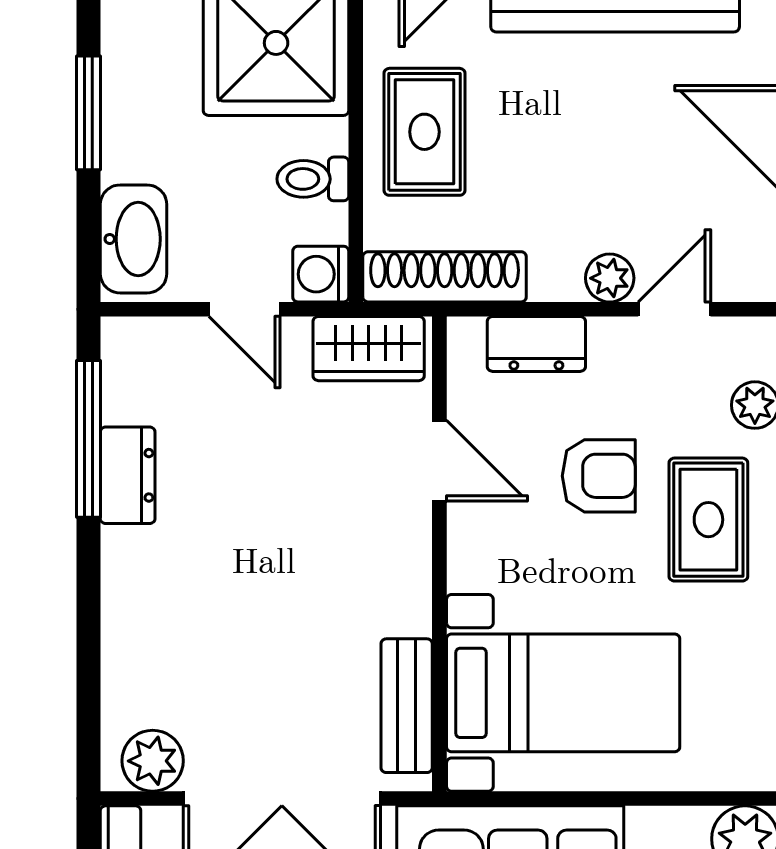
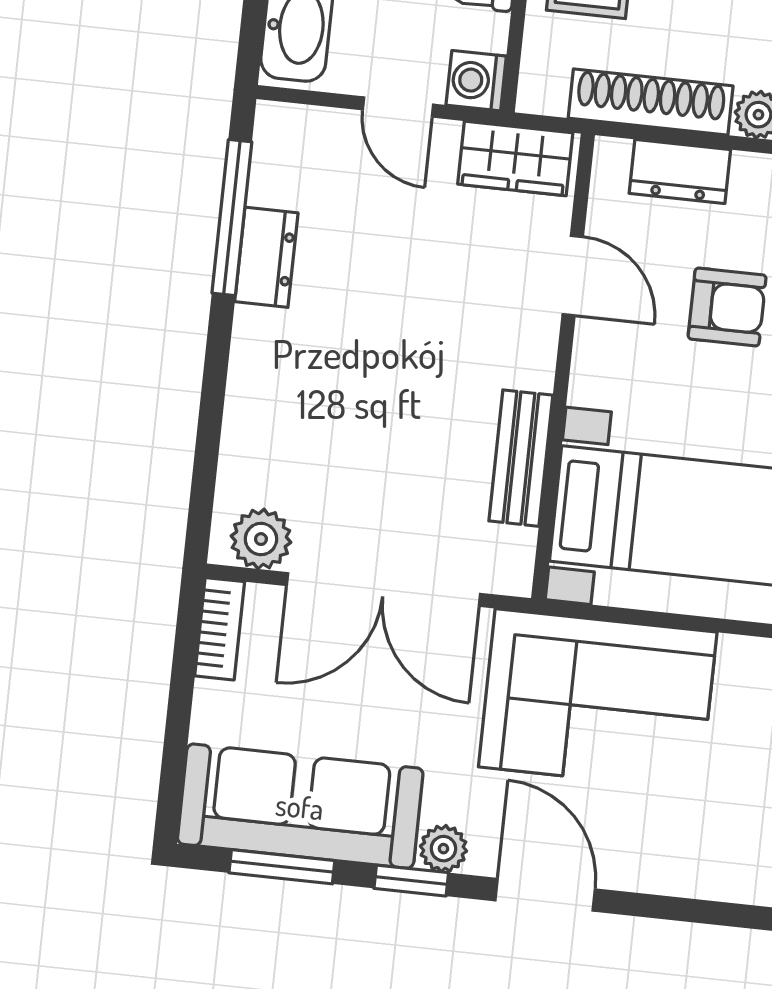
shoe rack: (445, 277) -> (651, 102), moved
bench: (407, 706) -> (521, 458), moved

